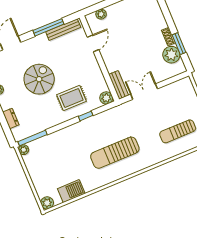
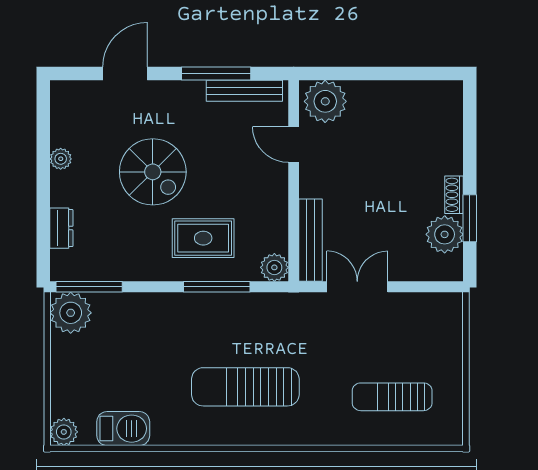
plant: (101, 14) -> (325, 101), width x1.88, depth x1.88
door: (93, 43) -> (294, 145), swing flipped
spiral stairs: (39, 79) -> (153, 172), turned 90
bench: (118, 85) -> (311, 240), width x1.36
window: (86, 116) -> (217, 287), width x2.17
plant: (24, 150) -> (71, 313), width x1.88, depth x1.88

